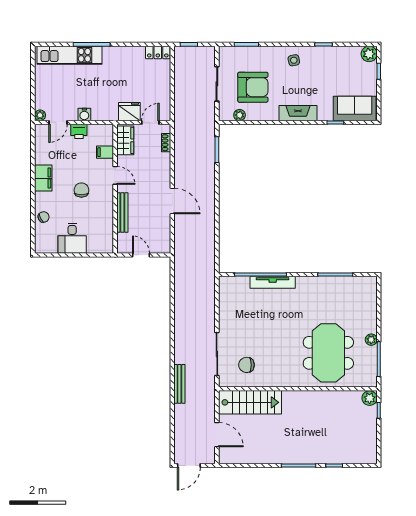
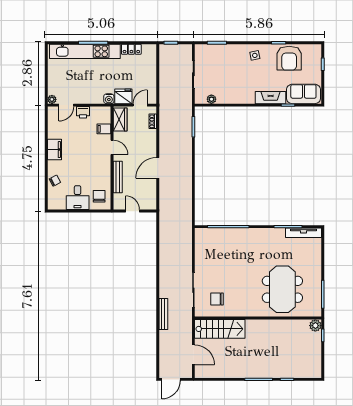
locker: (158, 52) -> (131, 49), moved
plant: (369, 54) -> (315, 50), removed
kitchen unit: (70, 55) -> (85, 51), width x1.36
armchair: (253, 87) -> (289, 58), moved, turned 90
fireplace: (298, 113) -> (271, 98), moved
water cooler: (84, 114) -> (109, 99), moved
chair: (81, 190) -> (99, 196), moved
door: (172, 201) -> (158, 168), swing flipped
tv unit: (273, 282) -> (303, 233), moved
plant: (371, 340) -> (317, 279), removed

